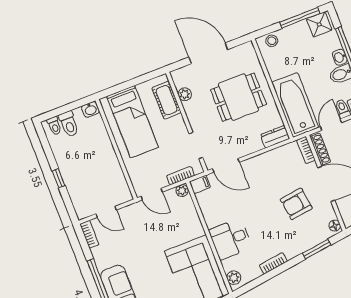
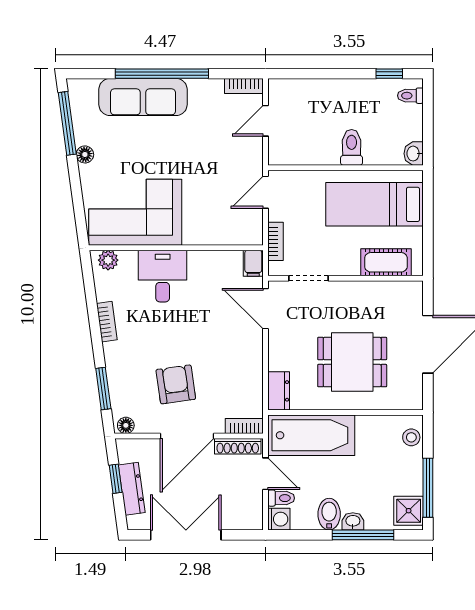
plant: (185, 94) -> (384, 290), removed
dining table: (238, 97) -> (352, 362), turned 90
toilet: (69, 124) -> (352, 147), moved, turned 90
door: (226, 165) -> (265, 309), hinge flipped
window: (59, 178) -> (389, 74), moved
plant: (182, 191) -> (254, 236), removed

